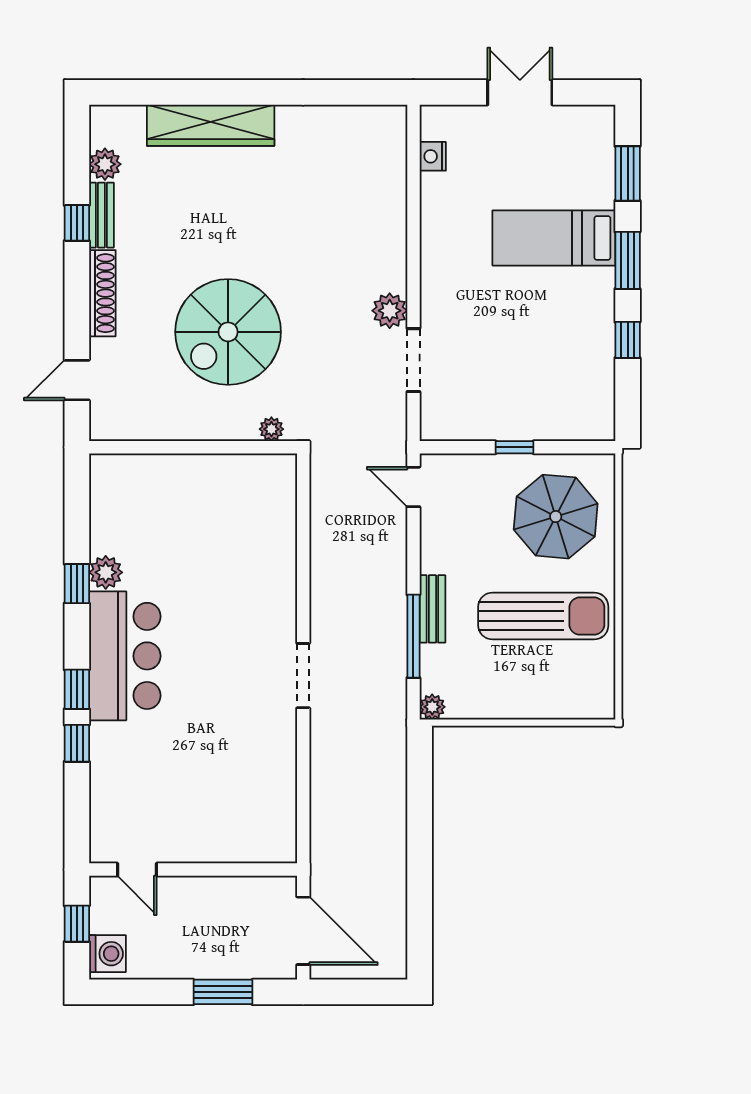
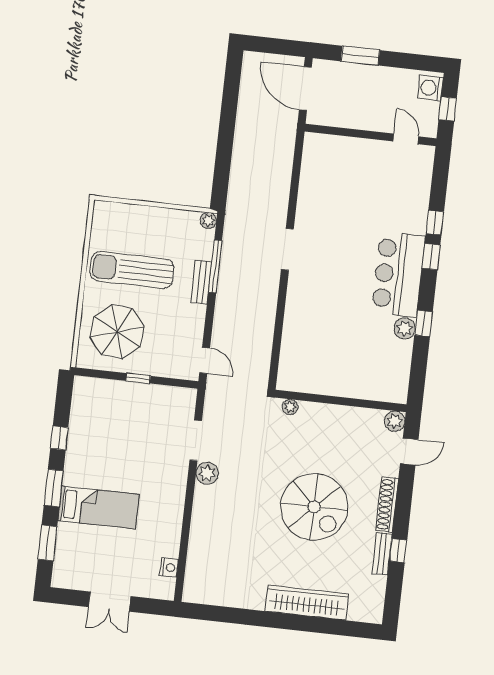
plant: (105, 164) -> (395, 421), moved
spiral stairs: (228, 332) -> (314, 507), moved, turned 90

